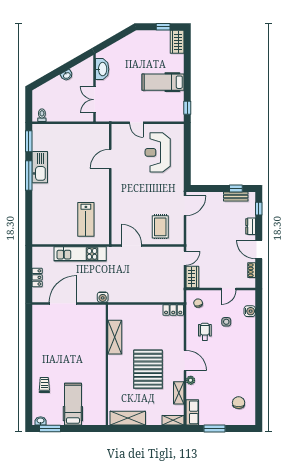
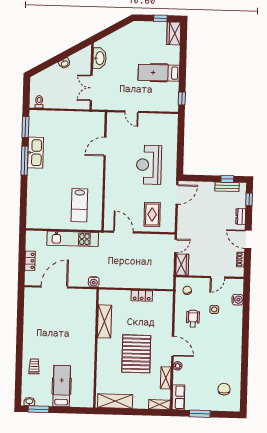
reception desk: (158, 152) -> (149, 165), moved
locker: (173, 310) -> (142, 296), moved

